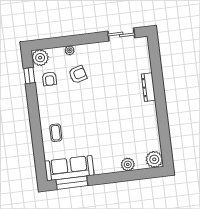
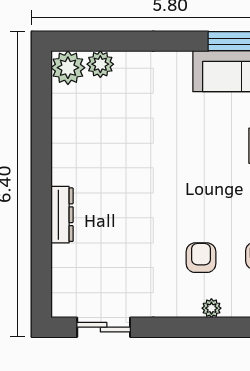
armchair: (78, 74) -> (201, 258), turned 106
plant: (128, 164) -> (100, 64), moved

